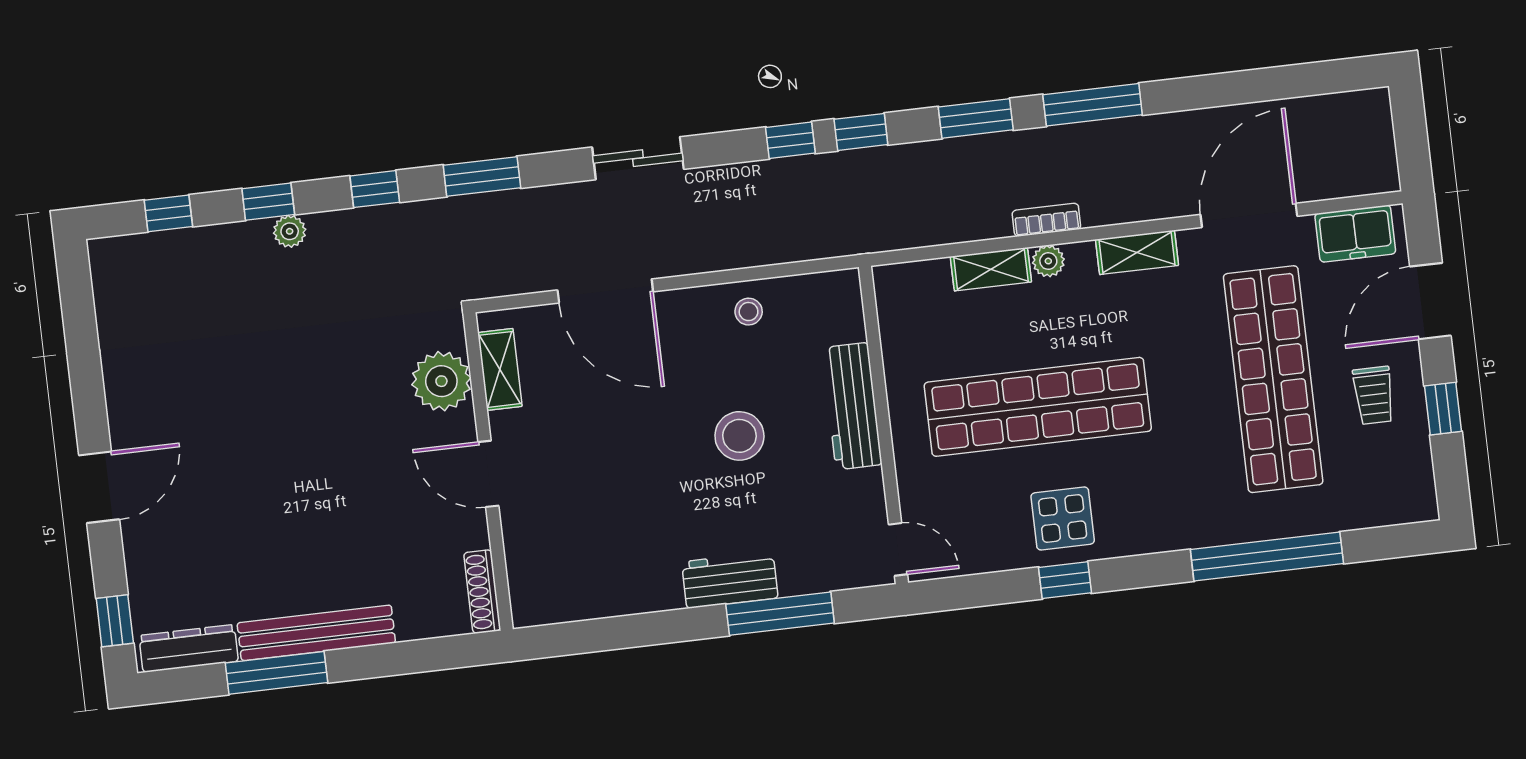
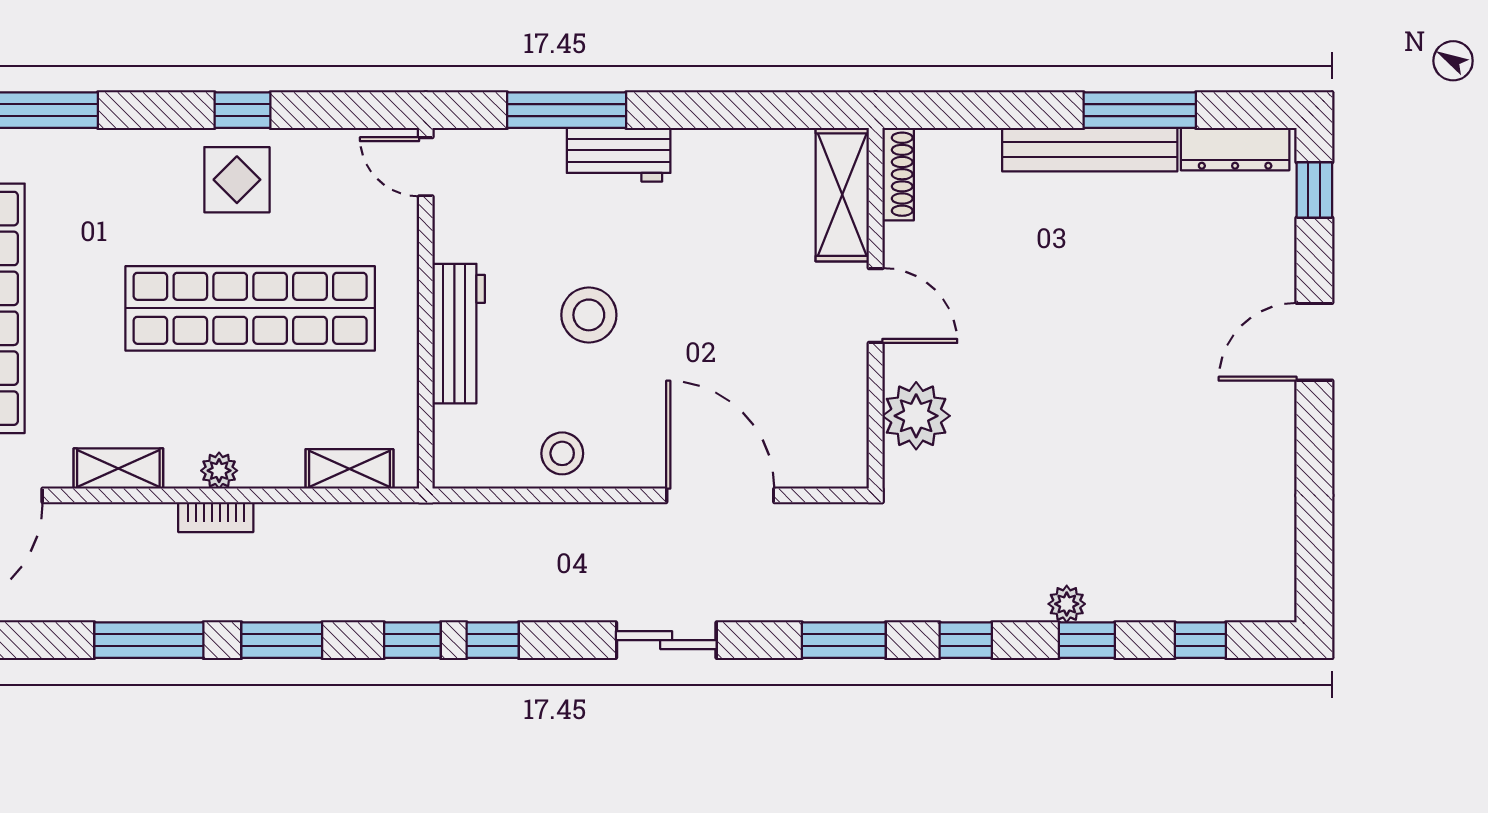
shelving: (991, 269) -> (349, 469), moved
stool: (749, 312) -> (562, 453), width x1.37, depth x1.37
shelving: (500, 369) -> (842, 195), moved, width x1.50, depth x1.33

